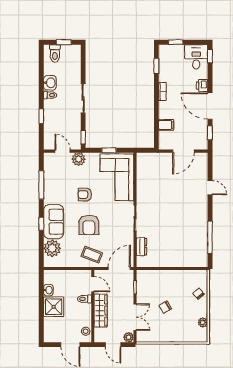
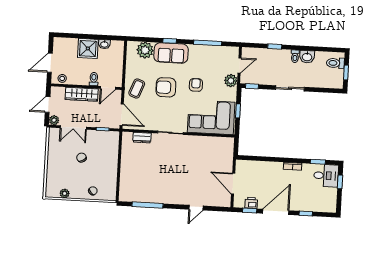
window: (210, 56) -> (306, 214), moved
desk: (196, 57) -> (326, 176), moved
printer: (202, 86) -> (251, 203), moved
filing cabinet: (166, 125) -> (260, 168), removed

